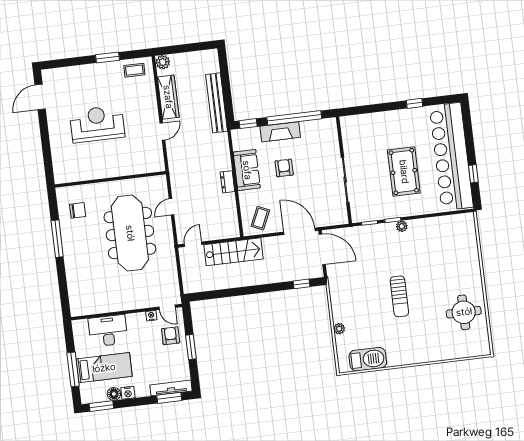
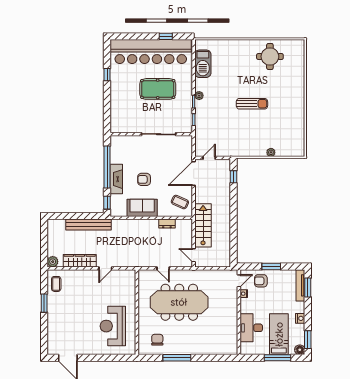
reception desk: (97, 124) -> (113, 326), moved
door: (162, 132) -> (105, 268), swing flipped
dresser: (227, 182) -> (167, 224), moved
door: (322, 249) -> (209, 158), width x0.53
barbecue: (368, 359) -> (203, 64), moved, turned 180
floor lamp: (114, 394) -> (300, 350), moved

